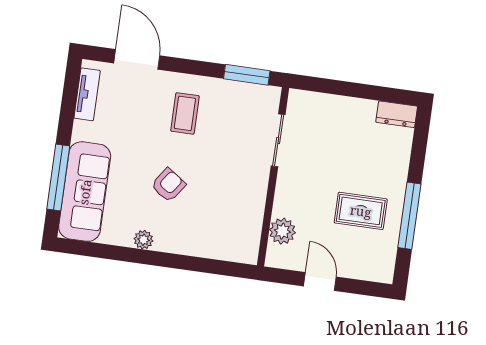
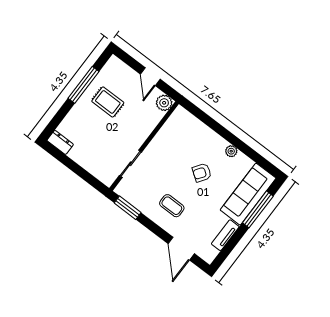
tv unit: (87, 94) -> (225, 235), moved
coffee table: (185, 113) -> (172, 206), turned 90
plant: (282, 231) -> (164, 103), moved

